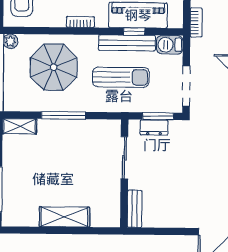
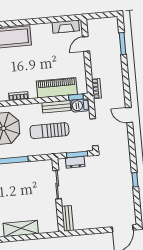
window: (134, 31) -> (76, 97), moved
bench: (127, 43) -> (56, 107), width x0.73
sun lounger: (121, 77) -> (49, 131), turned 180

